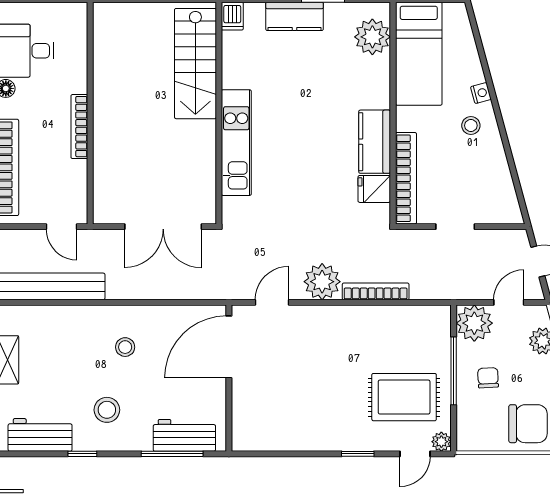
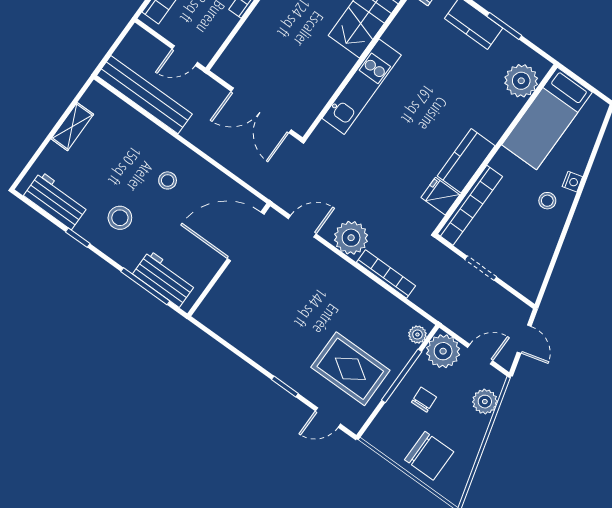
door: (62, 227) -> (185, 56), hinge flipped
plant: (441, 442) -> (417, 335), moved

